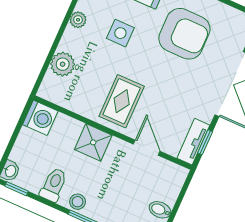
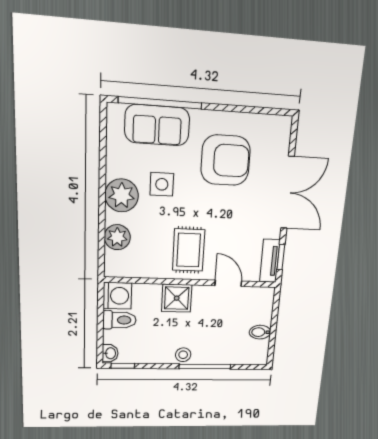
plant: (78, 20) -> (122, 195), width x1.87, depth x1.87
toilet: (54, 185) -> (119, 320), moved, turned 90

